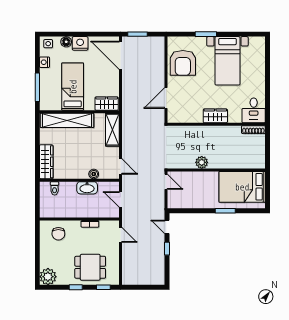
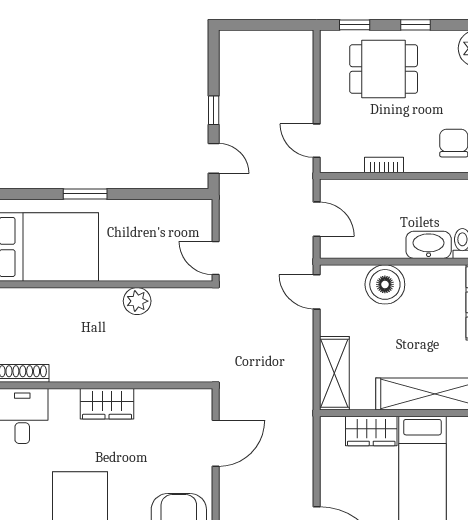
wardrobe: (107, 104) -> (371, 431), moved
boiler: (94, 174) -> (385, 284), width x1.86, depth x1.86
washbasin: (87, 188) -> (429, 245), moved

